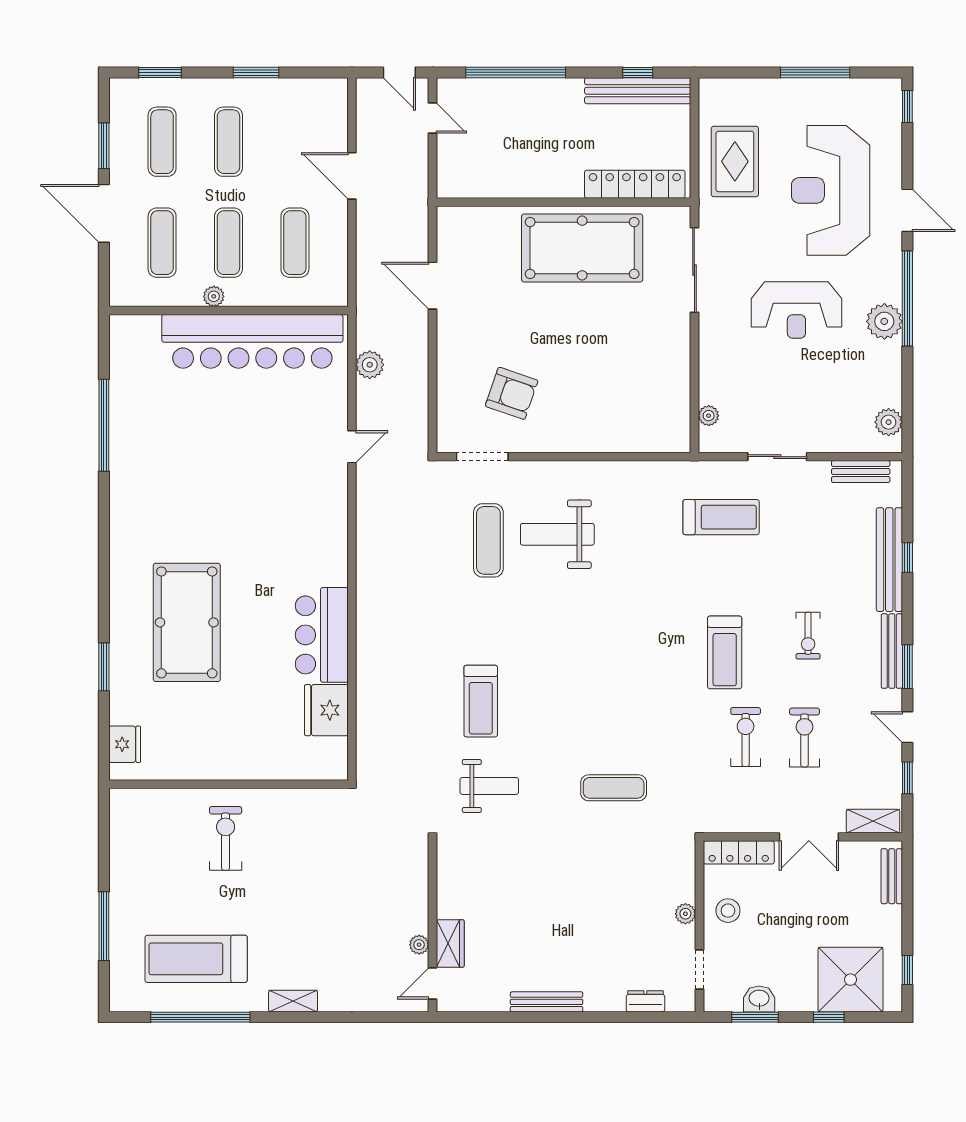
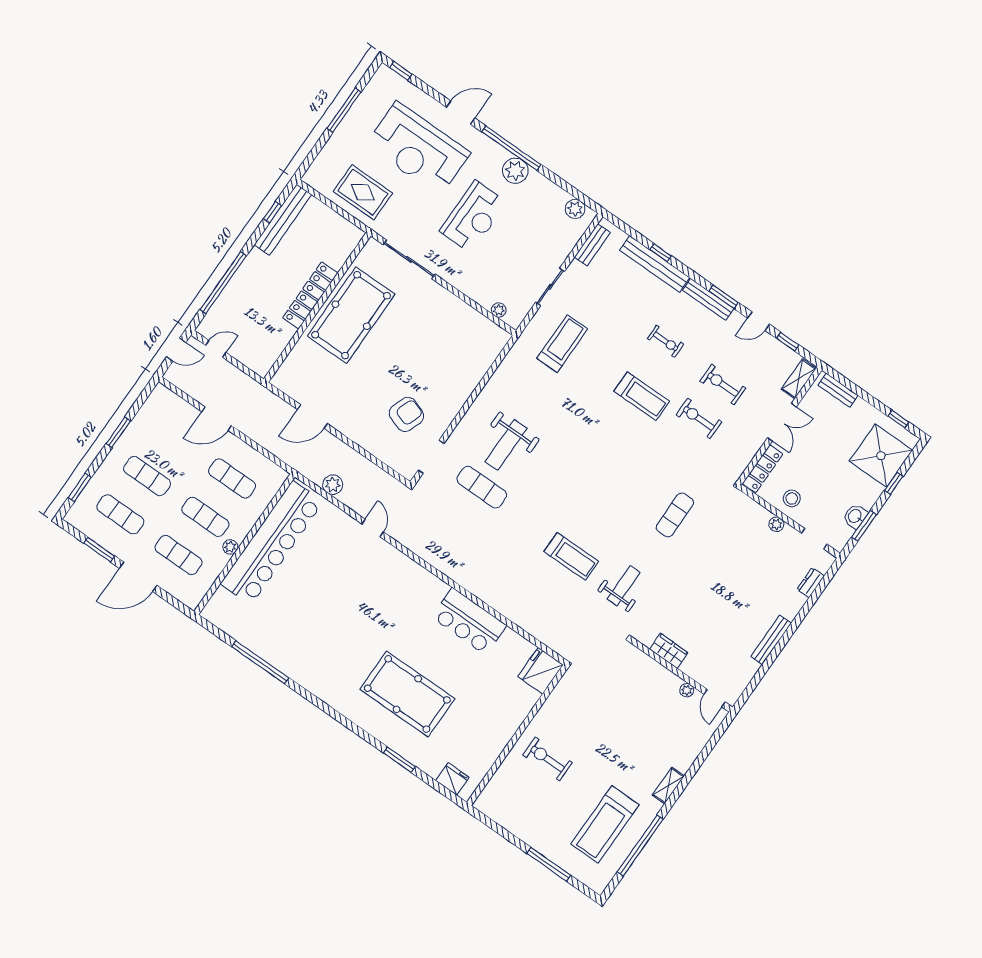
locker: (635, 184) -> (310, 295), moved
fridge: (326, 710) -> (540, 671), moved, turned 90
wardrobe: (450, 943) -> (669, 651), moved

